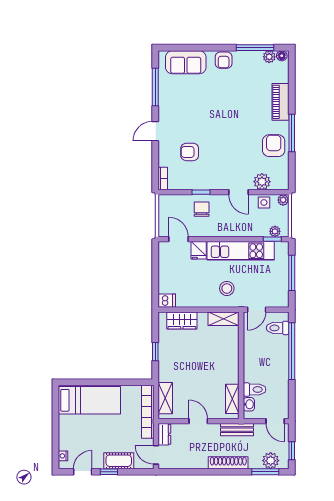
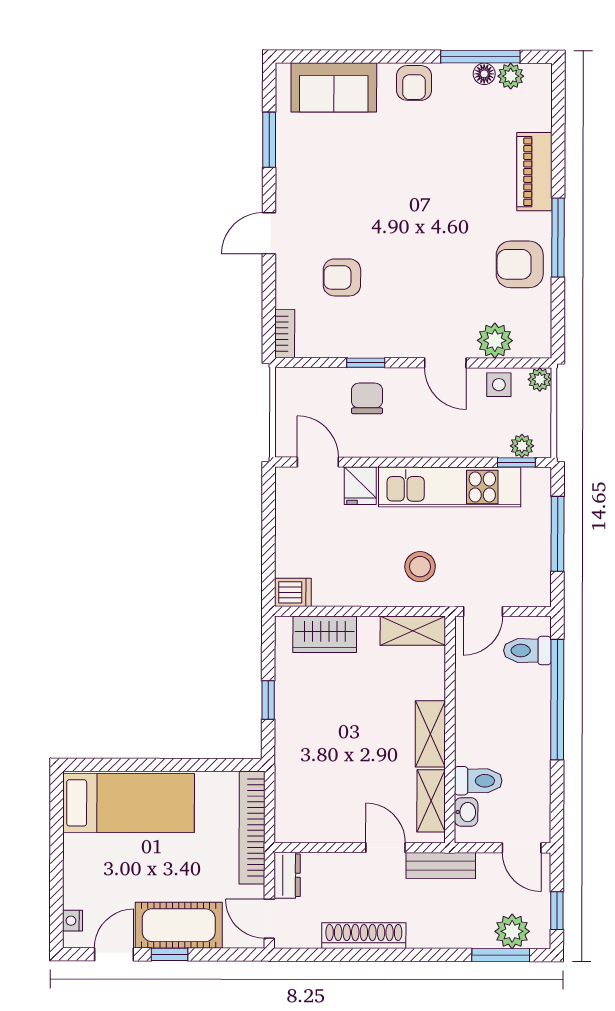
floor lamp: (282, 56) -> (484, 74), moved
window: (155, 87) -> (269, 140), width x0.69
armchair: (274, 146) -> (520, 264), turned -90
shelving: (165, 398) -> (430, 734), moved
door: (198, 421) -> (386, 848), moved
cot: (119, 461) -> (179, 925), width x1.37, depth x1.34
shoe rack: (228, 463) -> (364, 936), moved

